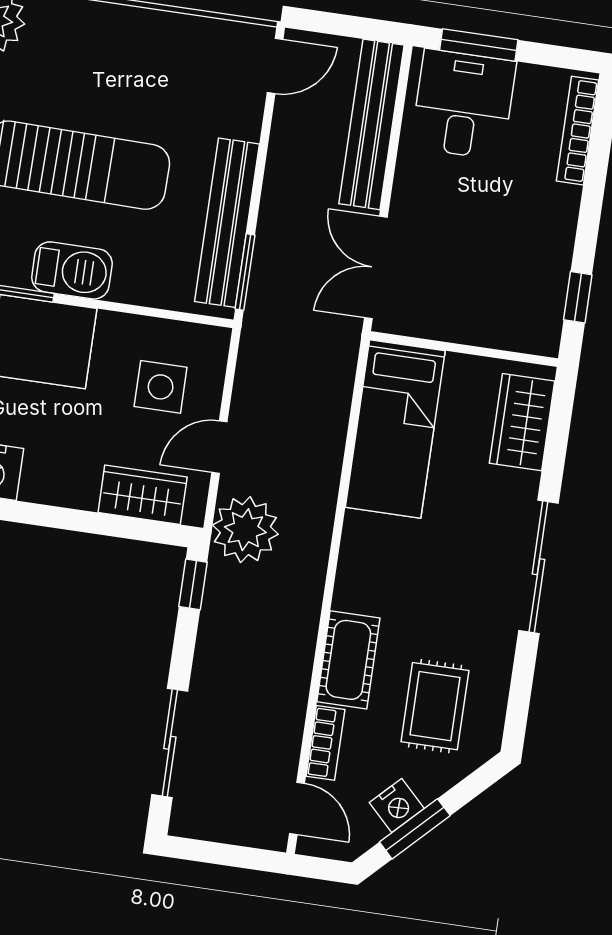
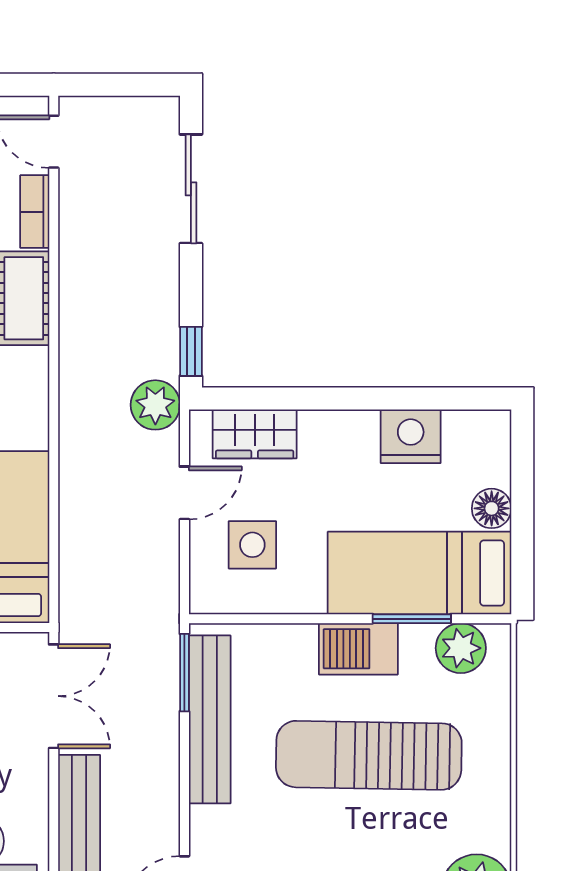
plant: (245, 530) -> (155, 405), width x0.73, depth x0.73

